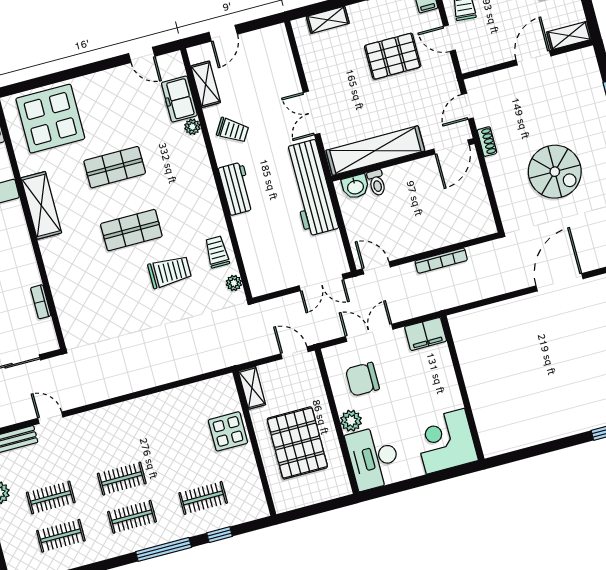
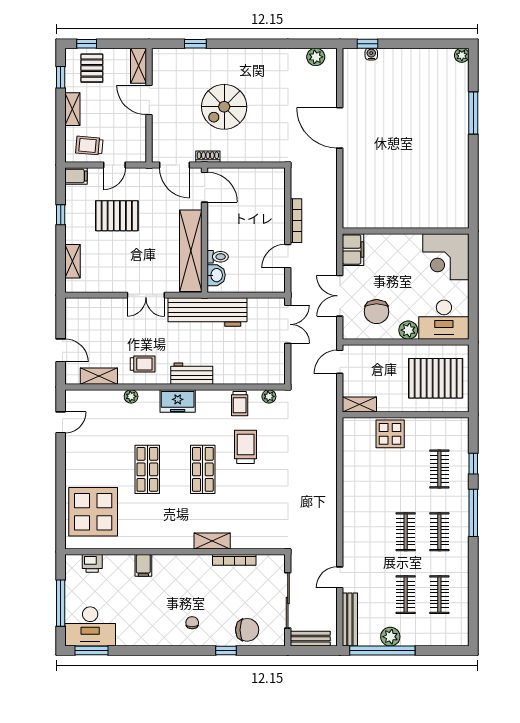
pallet: (393, 56) -> (117, 216), turned 90
freezer: (179, 99) -> (178, 401), moved
door: (467, 106) -> (174, 165), width x1.38
trolley: (233, 130) -> (143, 364), turned 58
spiral stairs: (555, 172) -> (224, 107), moved, turned 180
shelving: (41, 205) -> (212, 541), moved, width x0.67, depth x0.75
trolley: (217, 252) -> (240, 404), turned -90
door: (376, 268) -> (288, 256), moved
bookcase: (41, 302) -> (234, 560), width x1.56
pallet: (297, 443) -> (436, 378), moved

